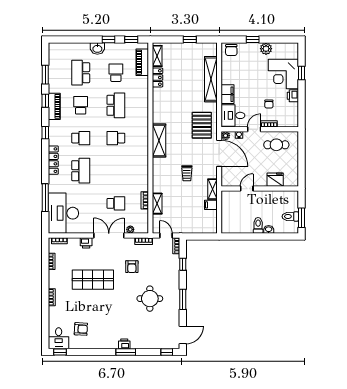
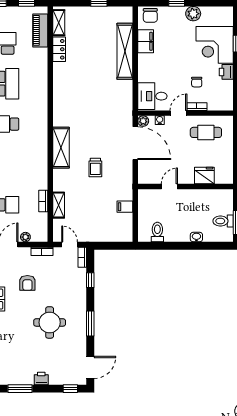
filing cabinet: (228, 94) -> (146, 41), moved
pallet: (202, 125) -> (114, 108), removed
shelving: (159, 140) -> (61, 148), moved
shelving: (212, 189) -> (127, 187), removed
toilet: (258, 225) -> (157, 232), moved
printer: (124, 344) -> (41, 378), moved

